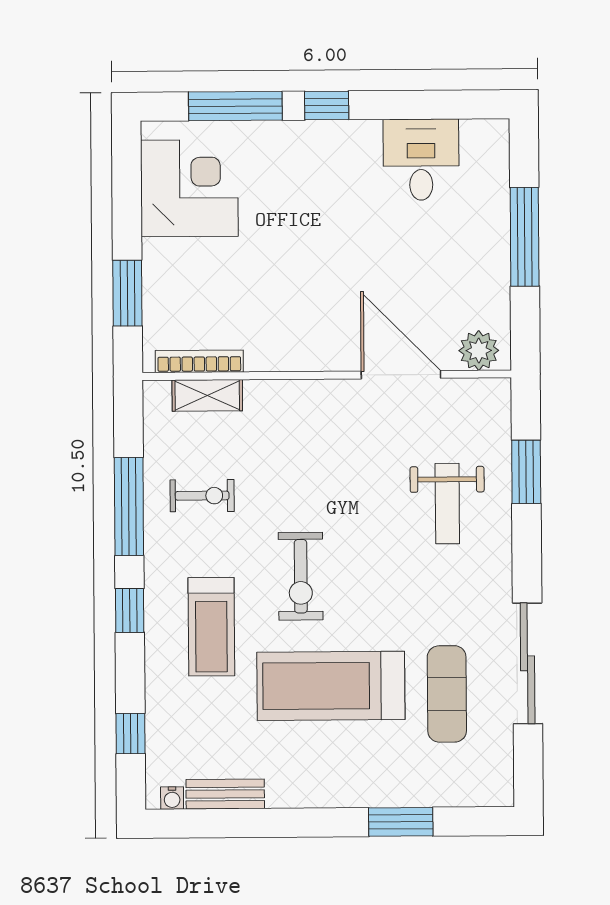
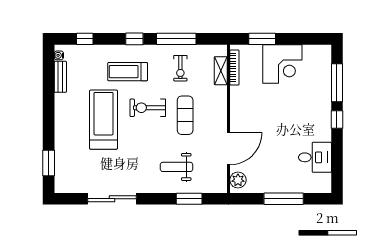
corner desk: (189, 188) -> (282, 64), moved
exercise mat: (447, 694) -> (185, 115), moved, turned 90
window: (401, 822) -> (49, 163), moved

